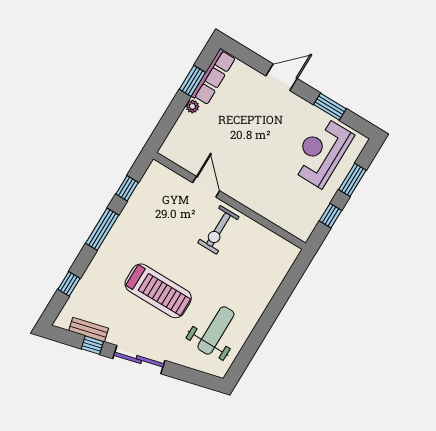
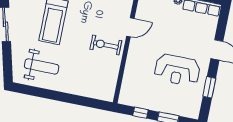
reception desk: (321, 152) -> (177, 70), moved, turned 180

